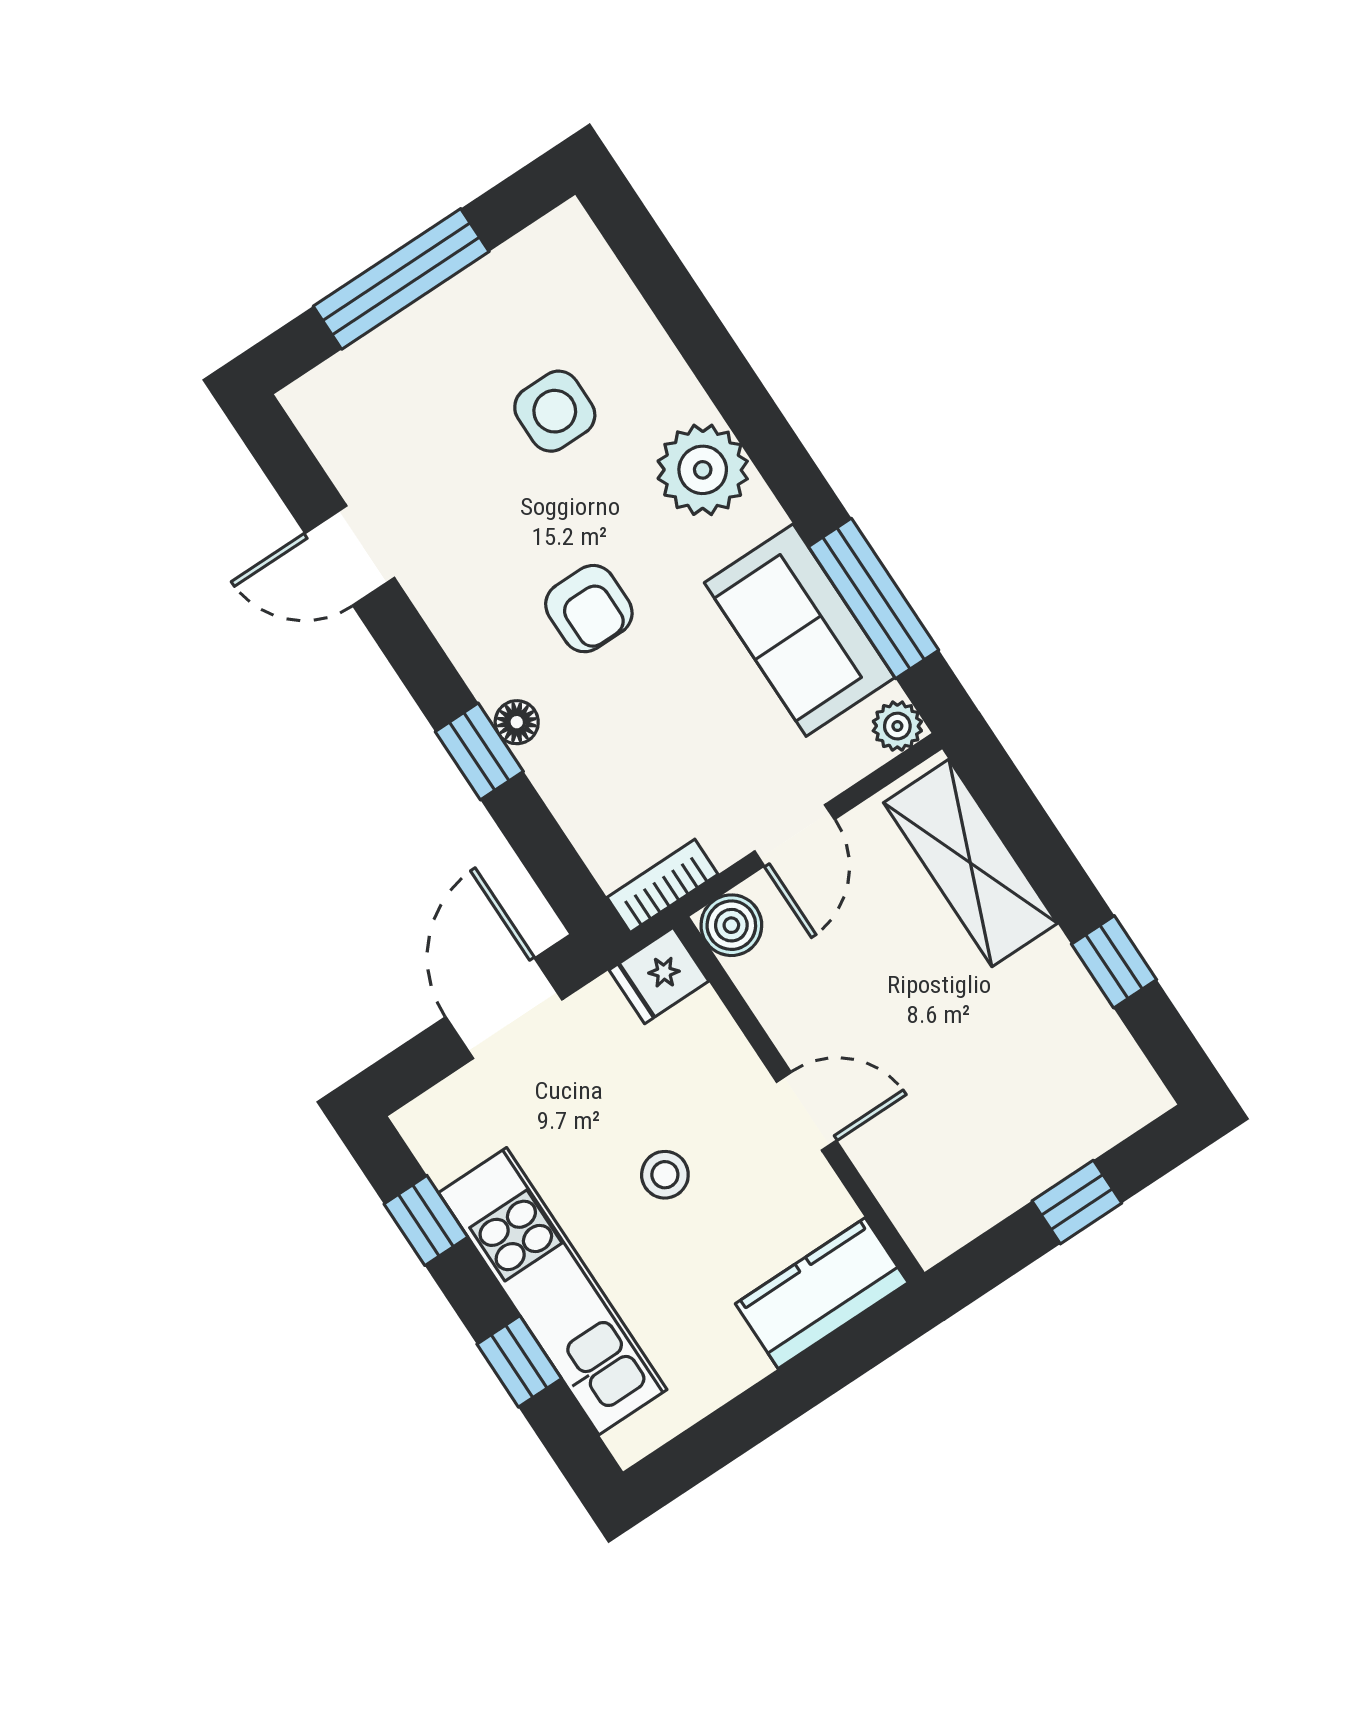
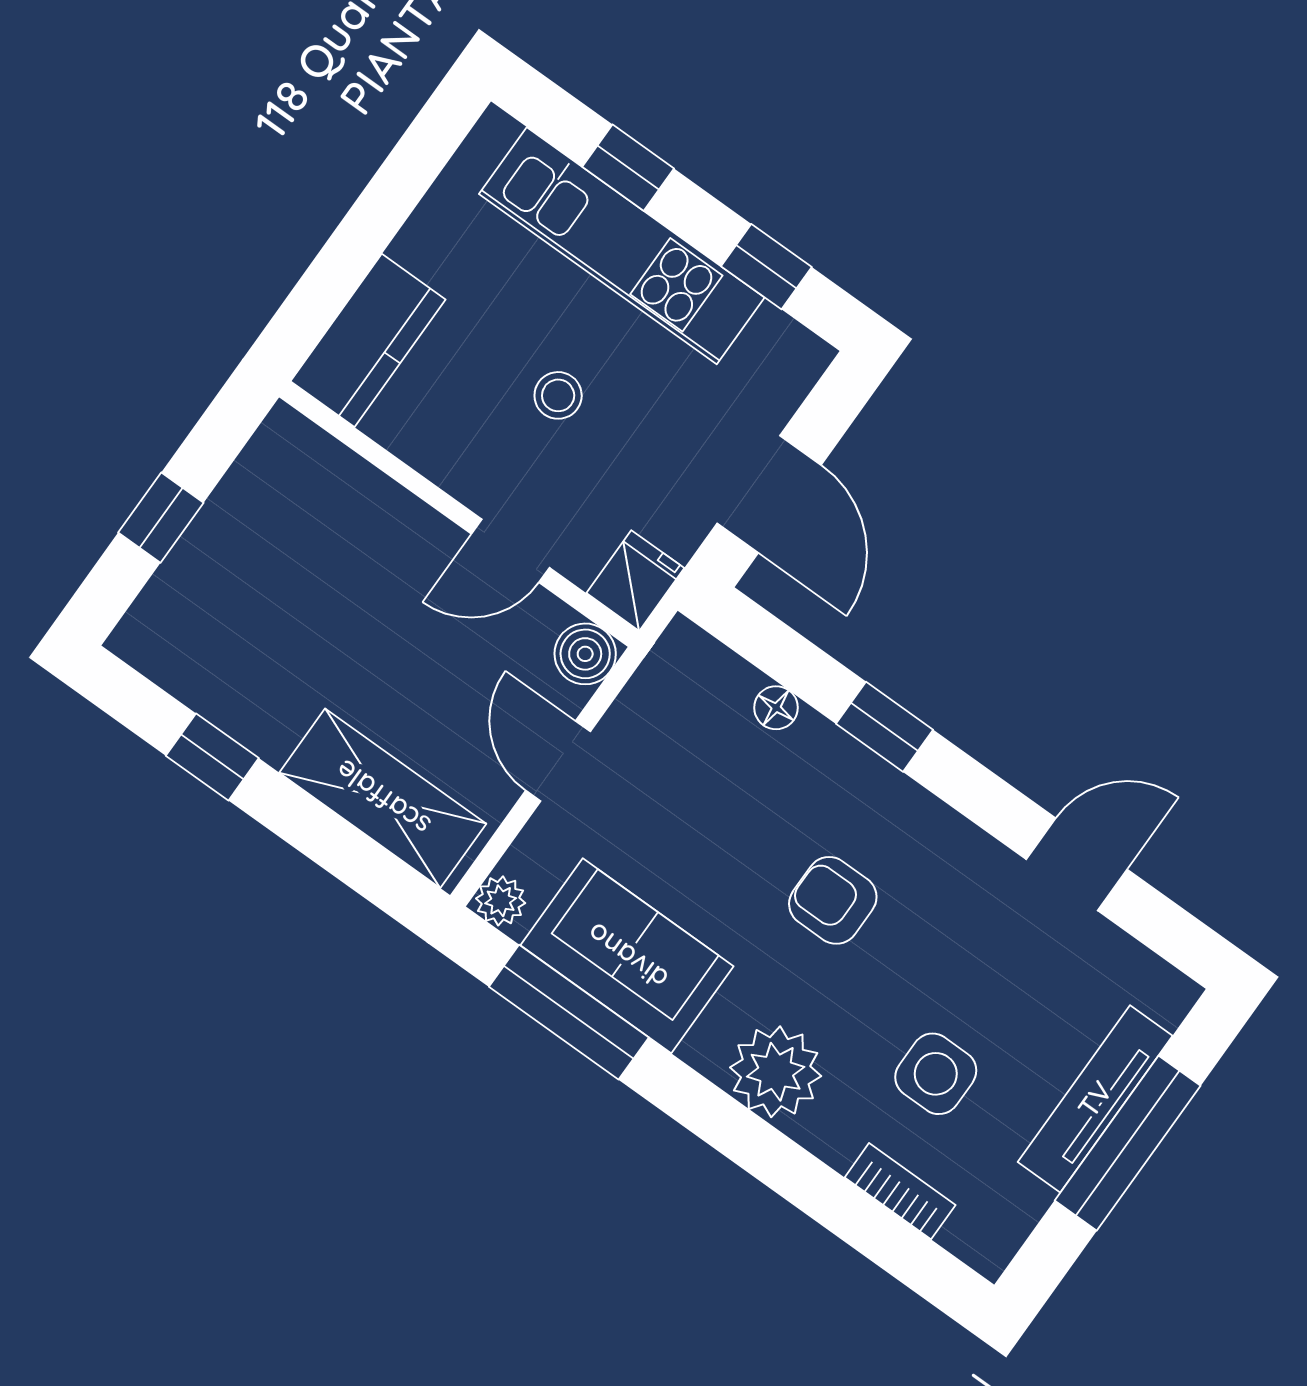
tv unit: (416, 331) -> (1095, 1099), added
floor lamp: (517, 722) -> (776, 708), moved
bookcase: (663, 886) -> (900, 1191), moved, turned -90
door: (806, 1111) -> (510, 551), moved

